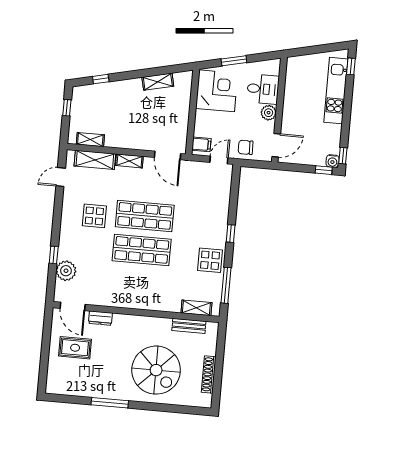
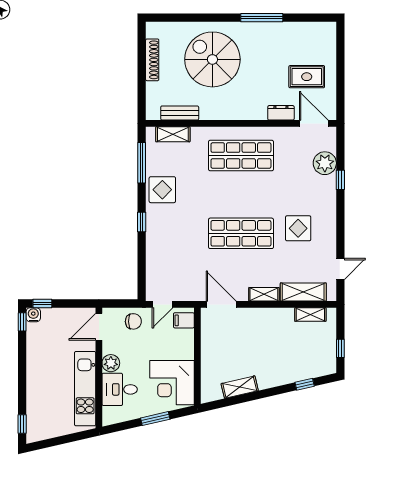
kitchen unit: (336, 91) -> (85, 389), moved, turned 180
shop shelf: (142, 250) -> (241, 156), moved

